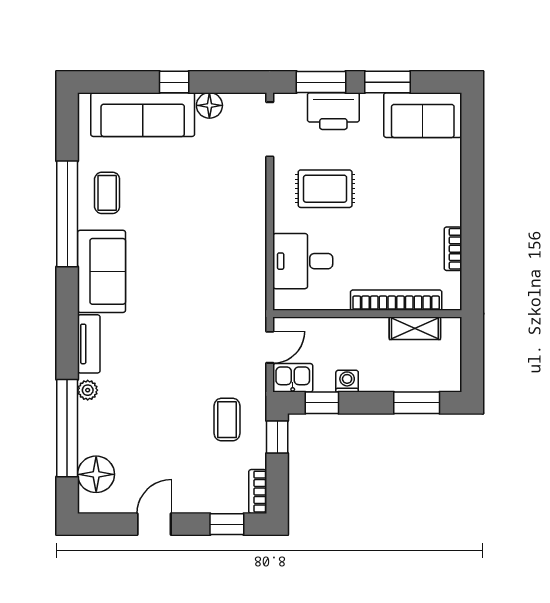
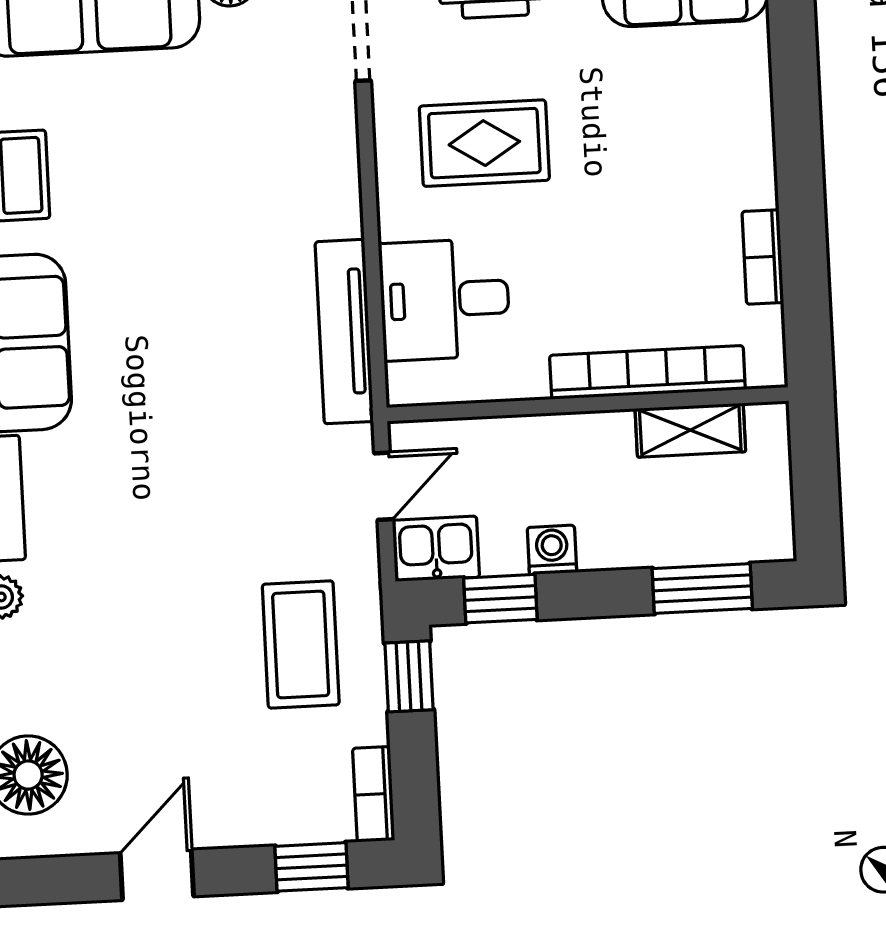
tv unit: (255, 274) -> (344, 332), added
coffee table: (227, 420) -> (301, 644), width x1.36, depth x1.30

